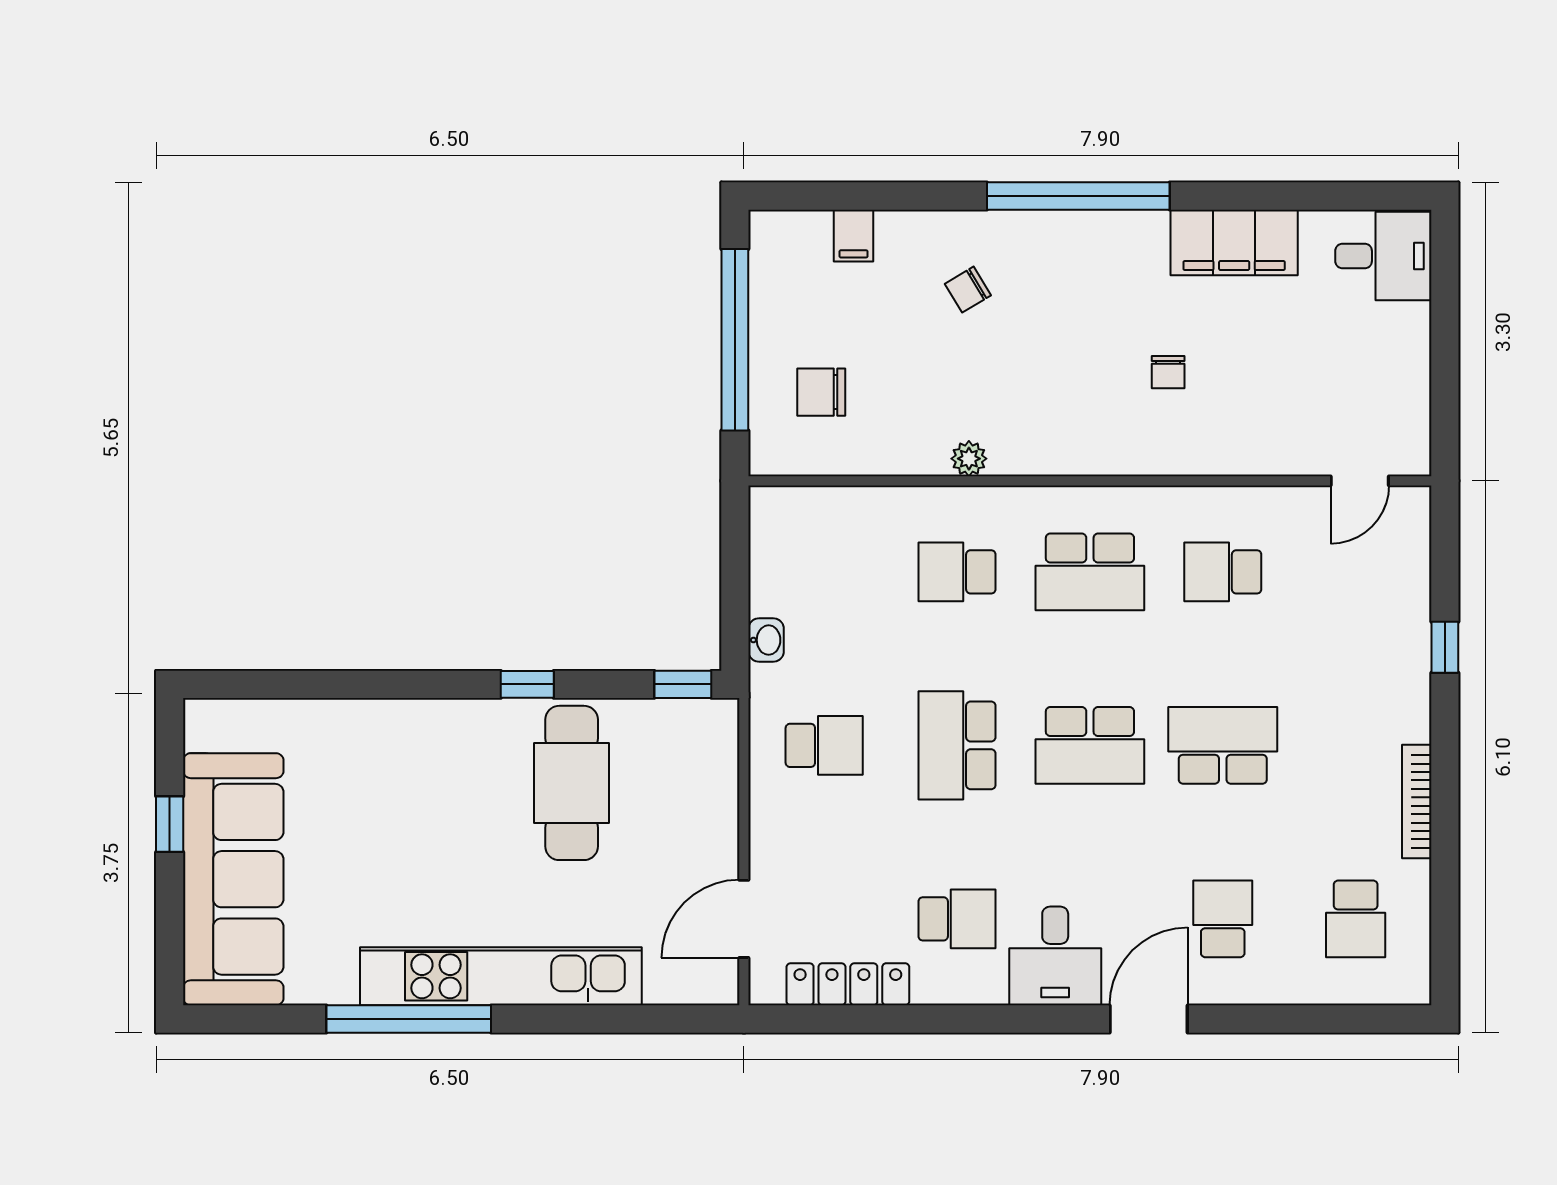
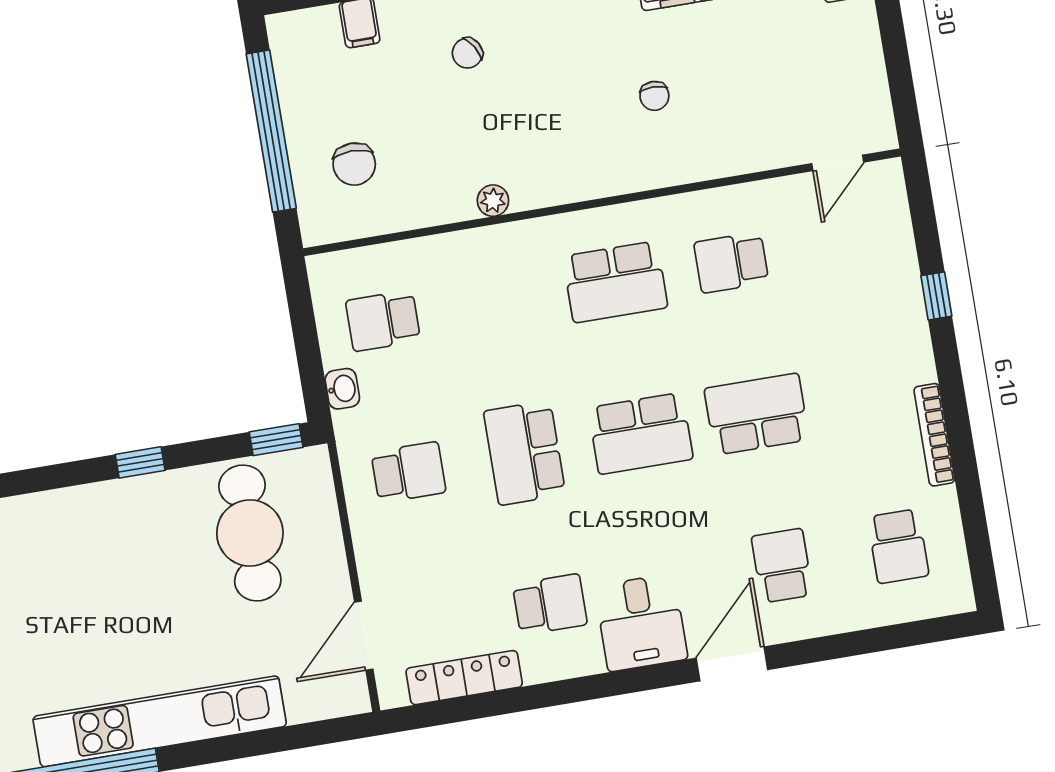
chair: (821, 392) -> (354, 164), turned -90
school desk: (957, 572) -> (383, 321), moved
cafe table: (572, 783) -> (250, 533), moved

